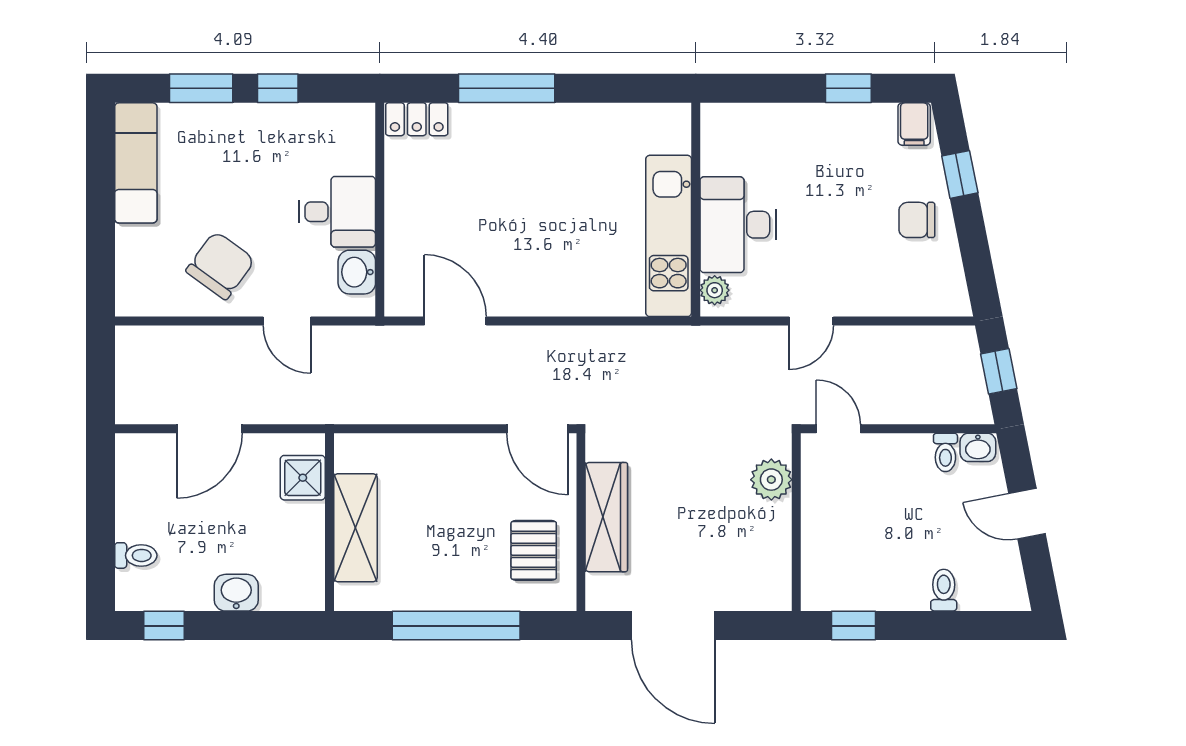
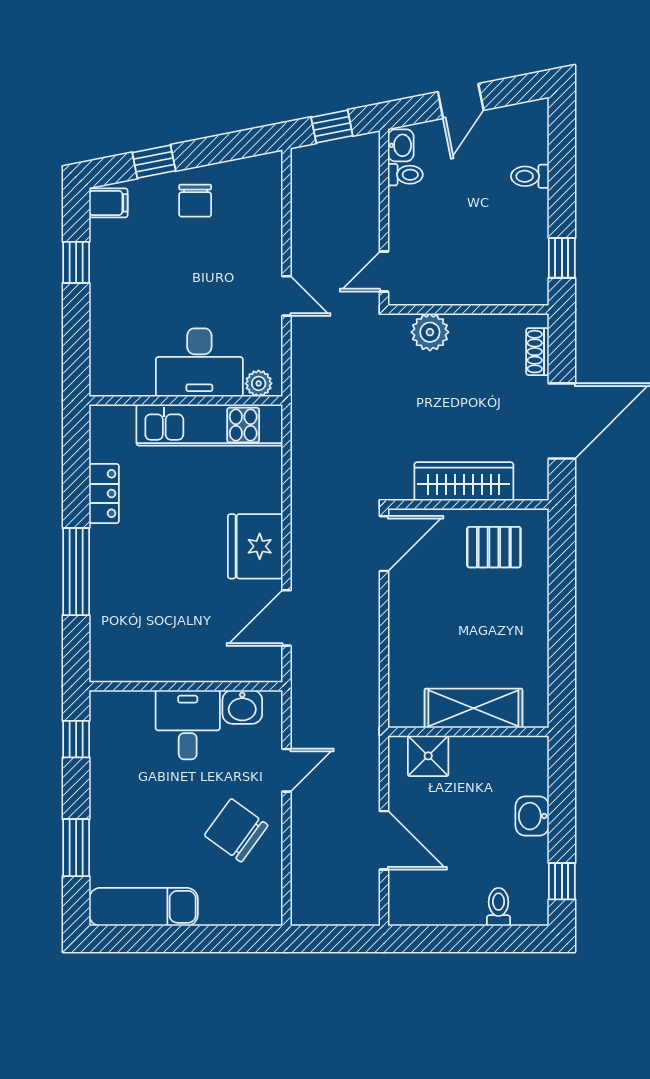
window: (278, 88) -> (76, 739), moved
locker: (417, 119) -> (104, 493), moved
fridge: (535, 287) -> (255, 546), added
shoe rack: (750, 599) -> (537, 352), added
window: (456, 626) -> (562, 617), removed

